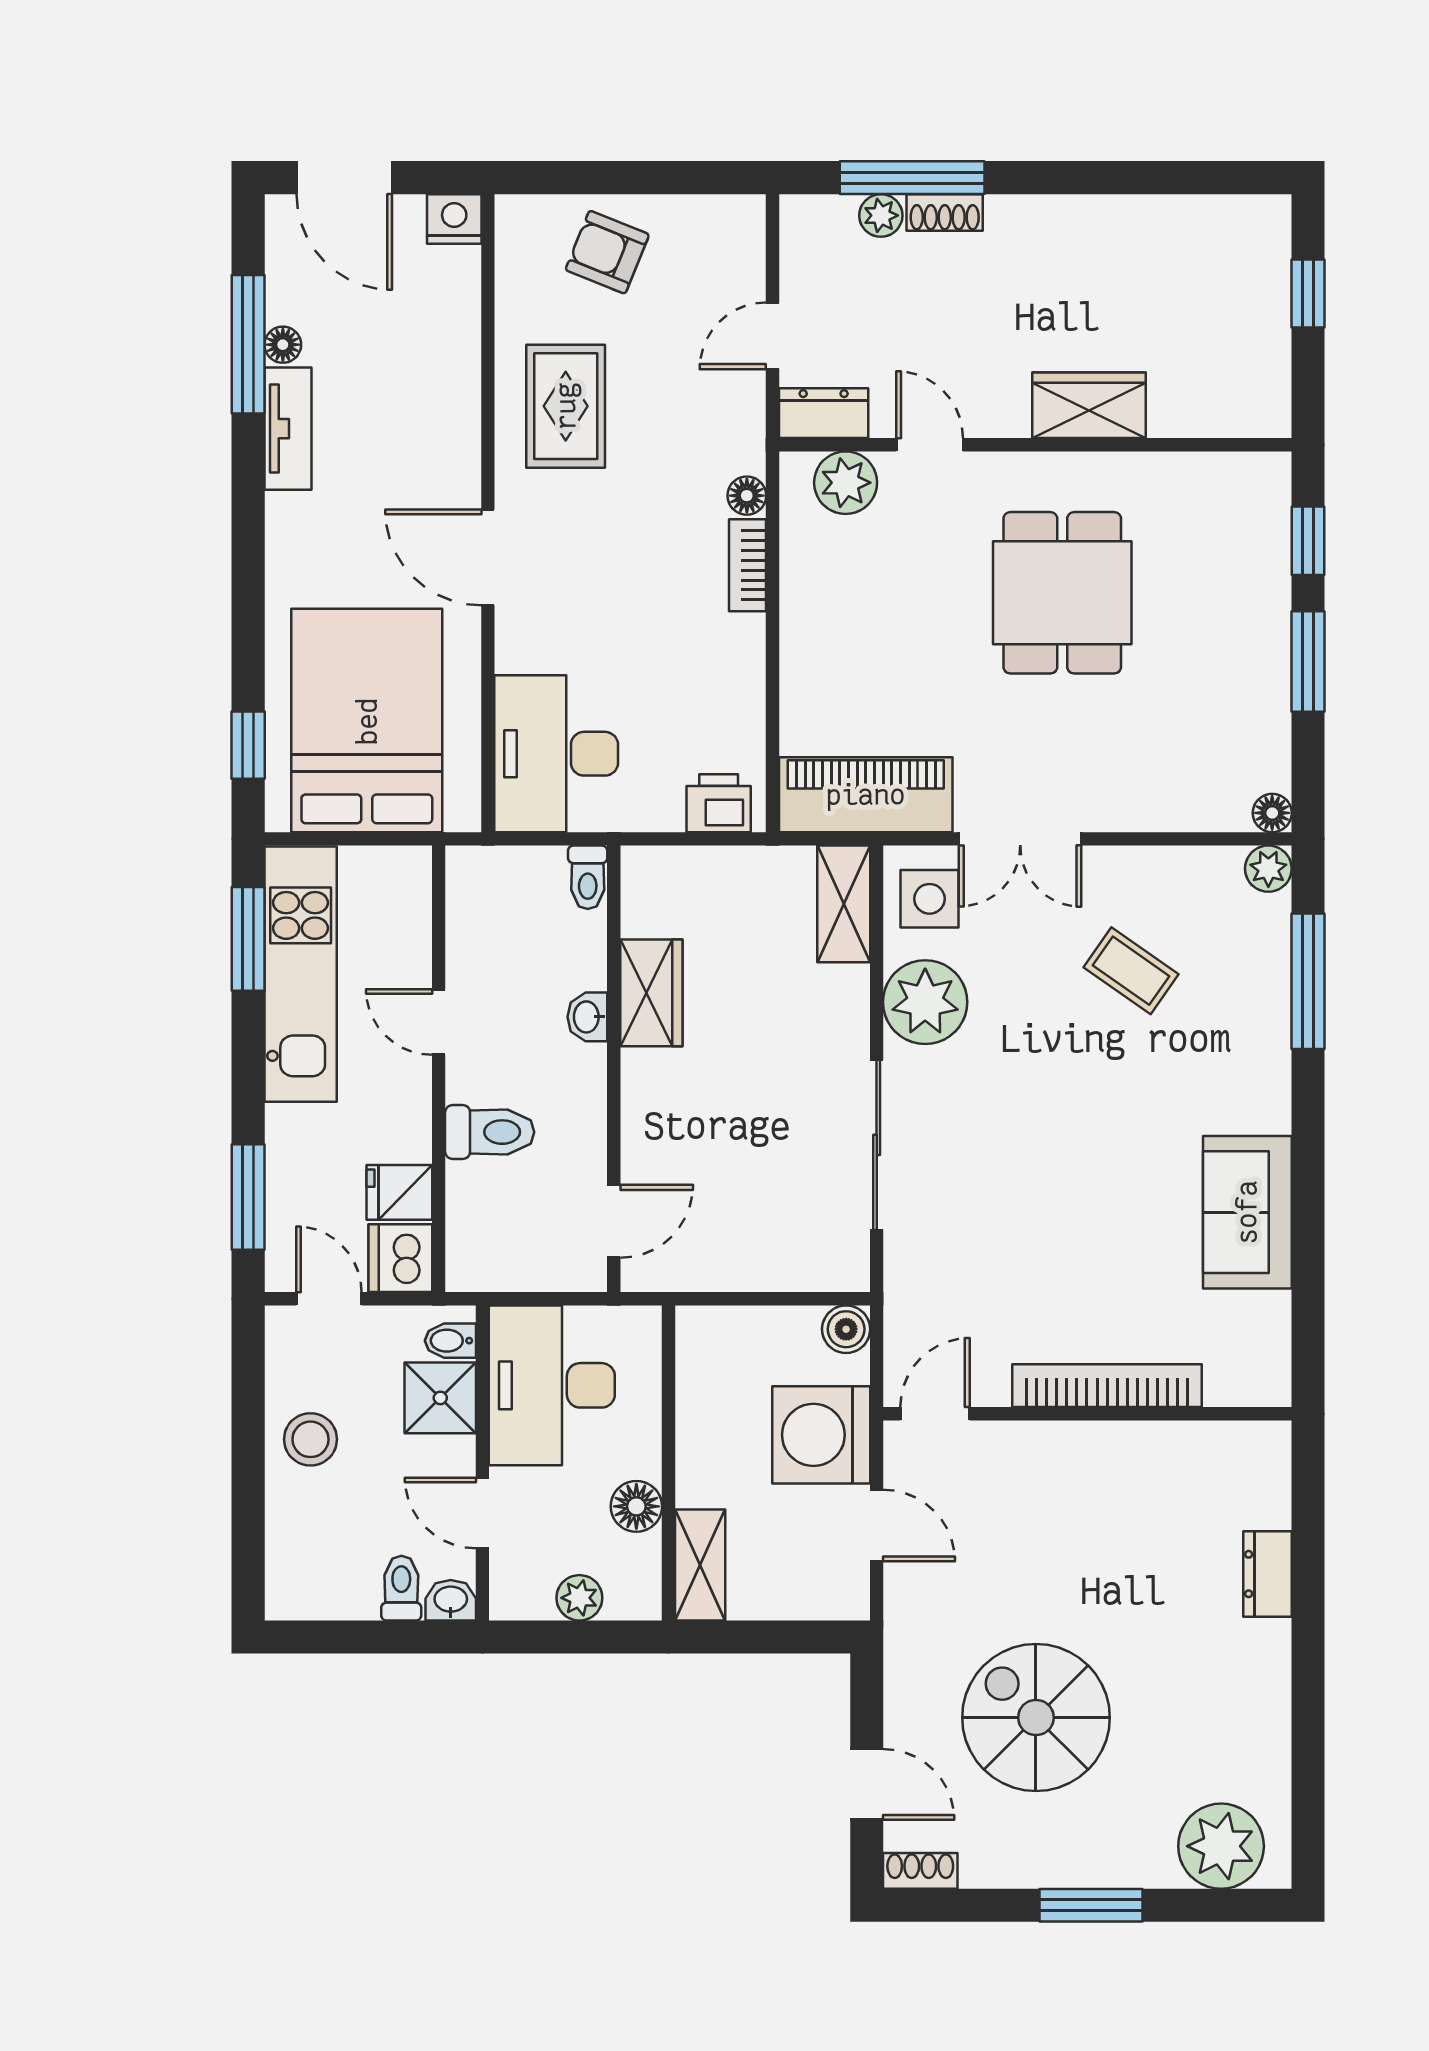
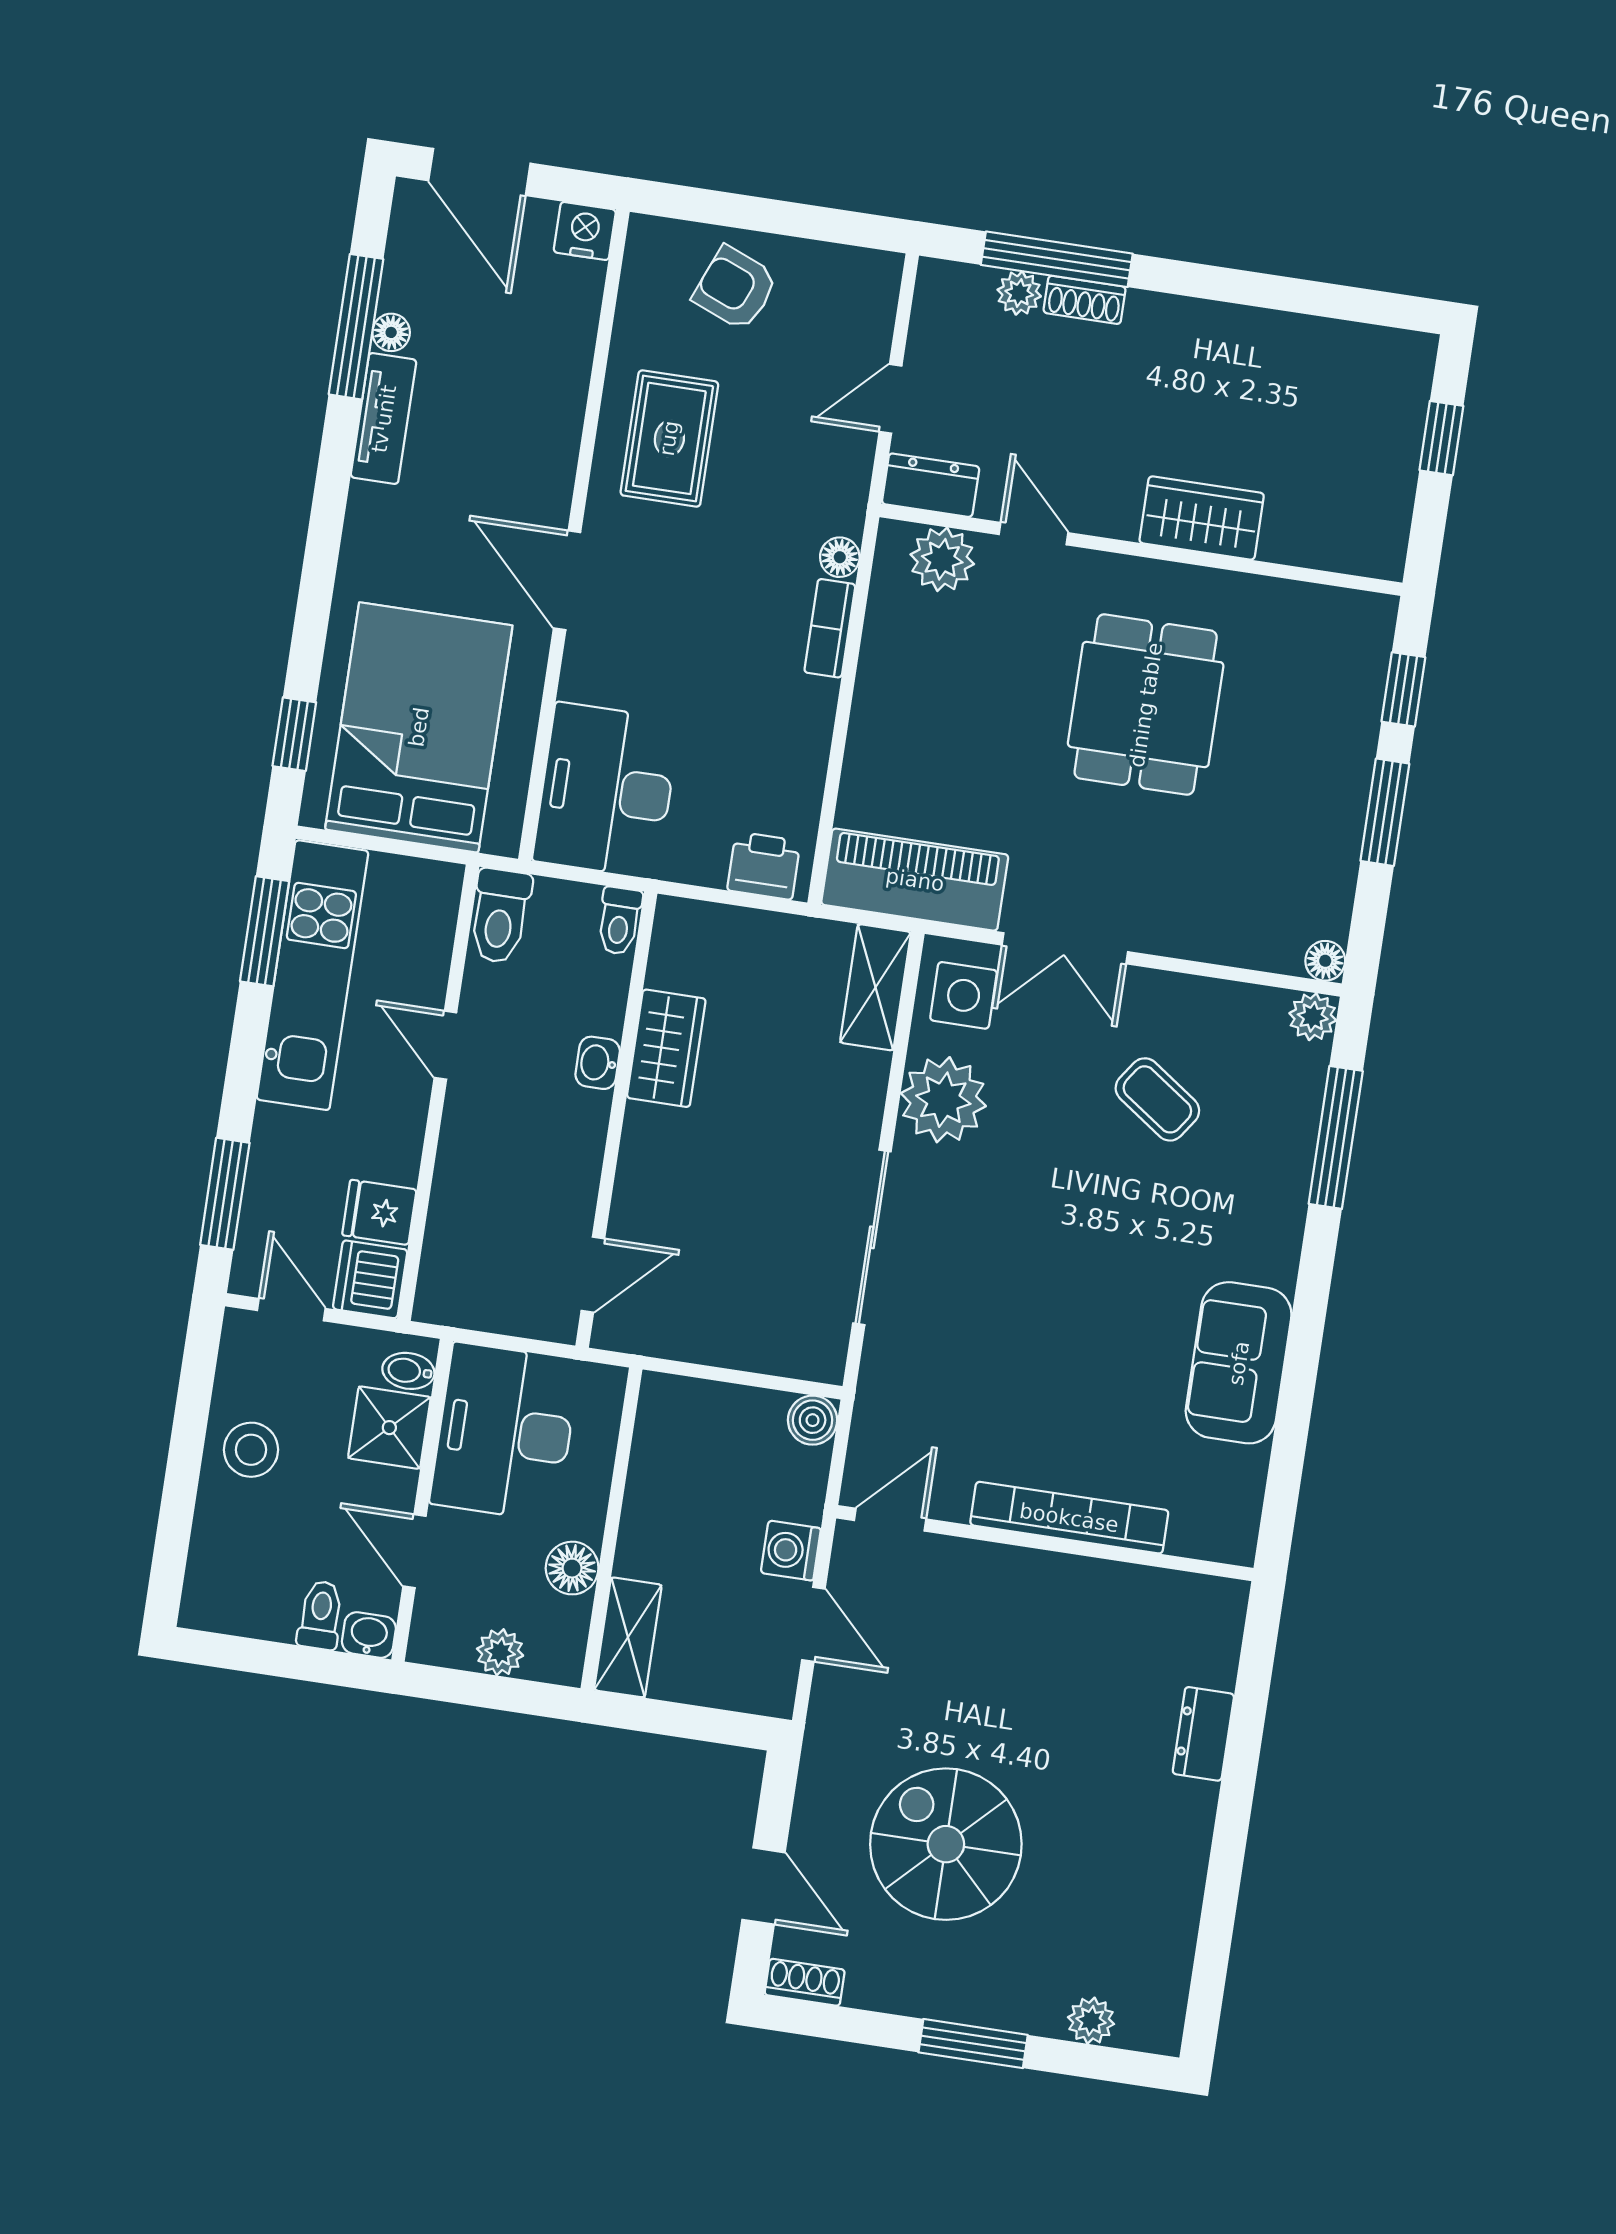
toilet: (490, 1132) -> (500, 916), moved, turned 90
washing machine: (821, 1435) -> (791, 1551), width x0.53, depth x0.53
plant: (1221, 1846) -> (1091, 2021), width x0.53, depth x0.53

